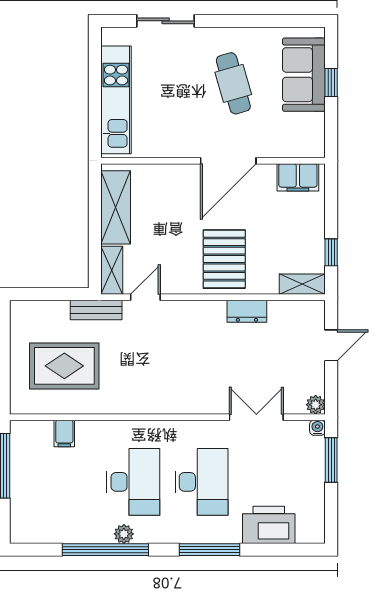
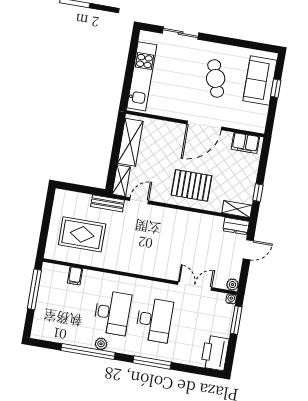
pallet: (224, 259) -> (192, 185), turned 90
dresser: (247, 311) -> (236, 226), moved
printer: (269, 525) -> (215, 353), moved, turned -90

